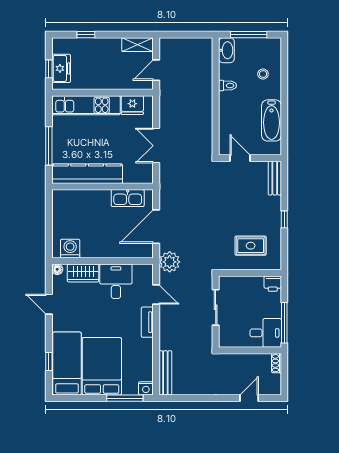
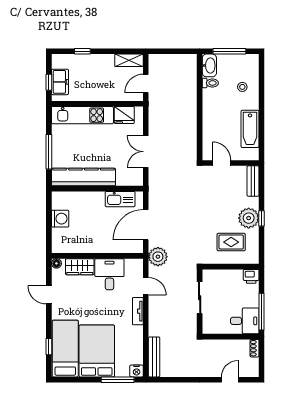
toilet: (228, 86) -> (210, 83), moved
plant: (270, 219) -> (249, 218), added
washing machine: (70, 249) -> (60, 219), moved, turned 90

